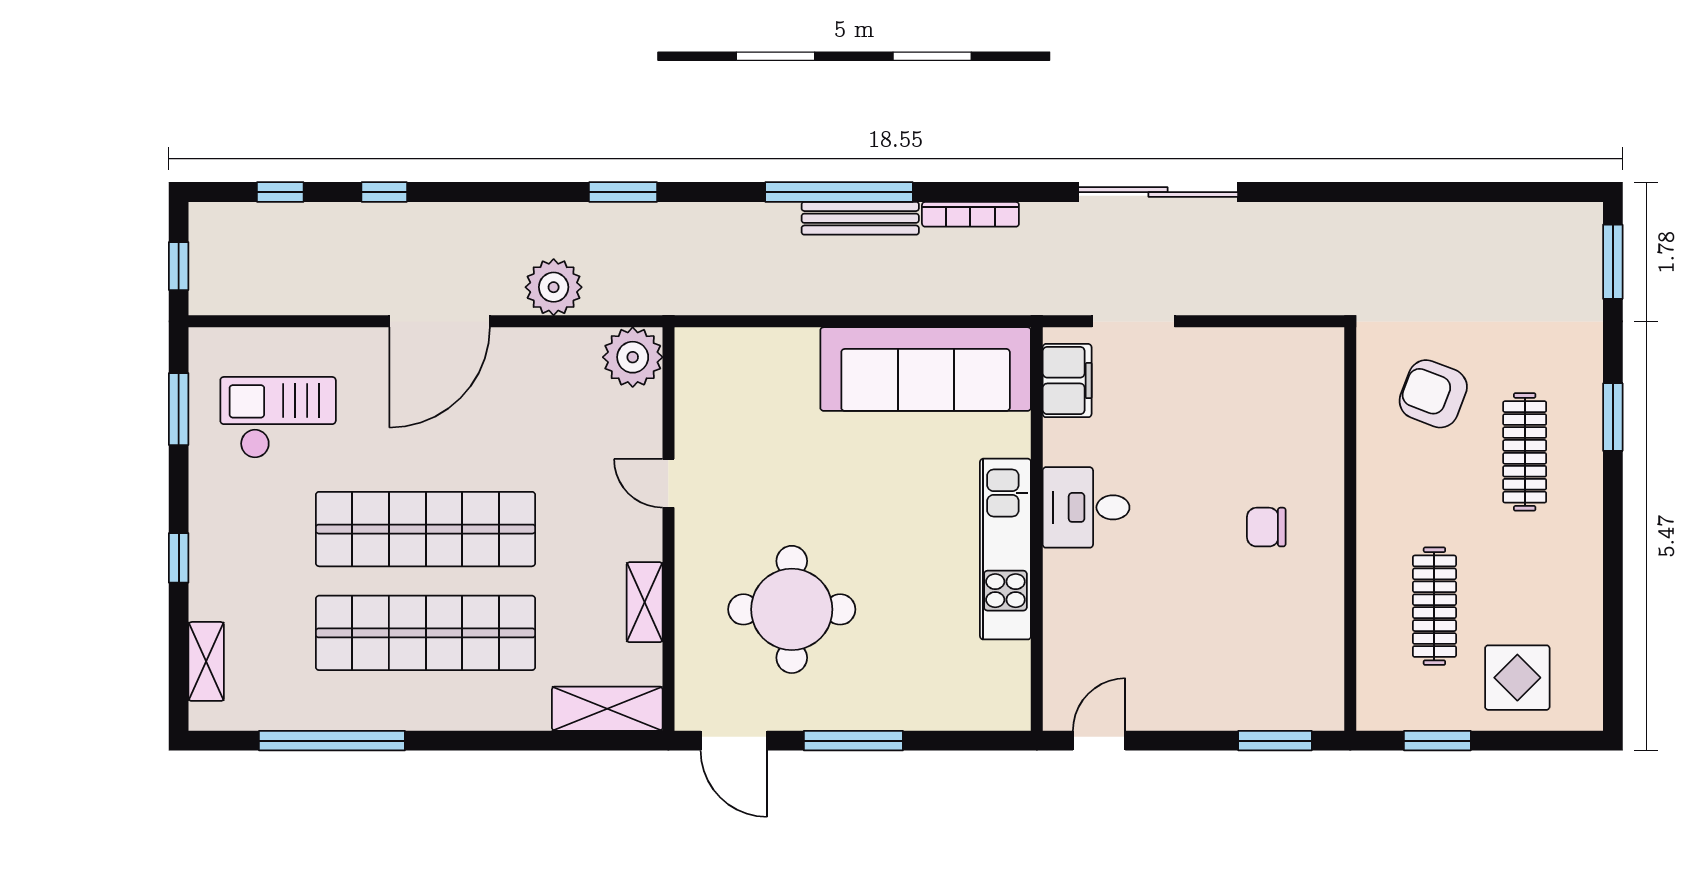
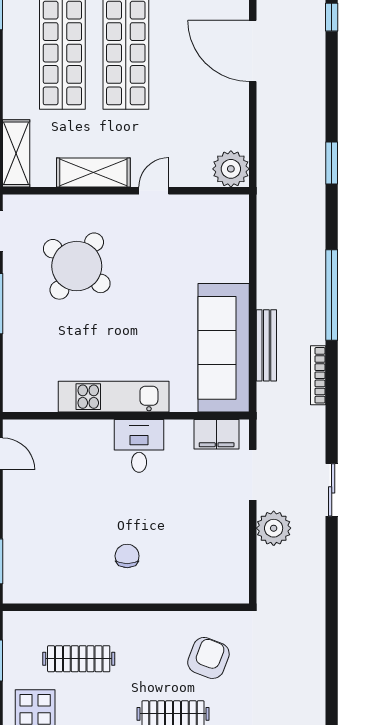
sliding door: (1158, 192) -> (332, 490), width x0.54
bench: (860, 218) -> (266, 345), moved
plant: (554, 287) -> (274, 528), moved
shelving: (645, 602) -> (93, 172), width x1.50, depth x1.33
round table: (792, 609) -> (77, 266), turned 36

